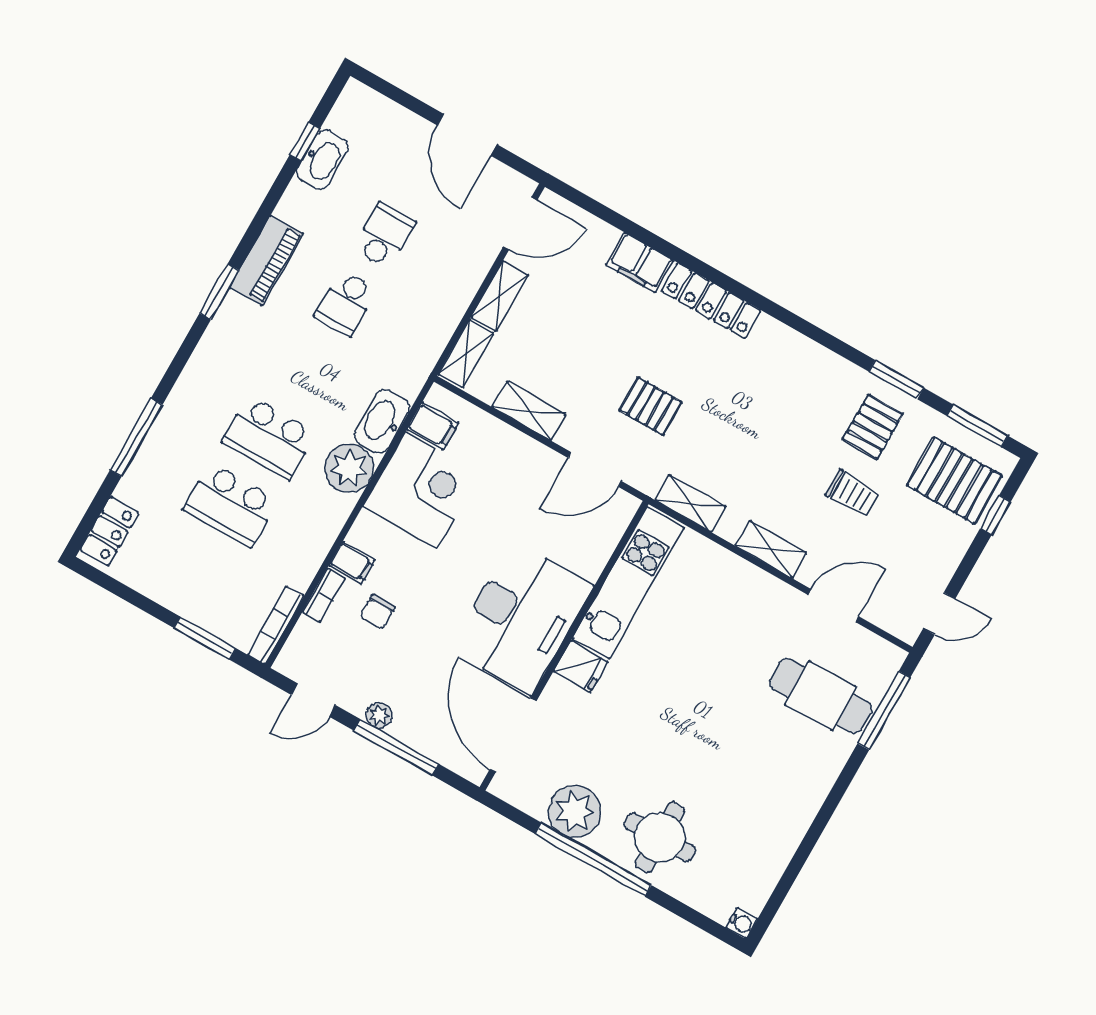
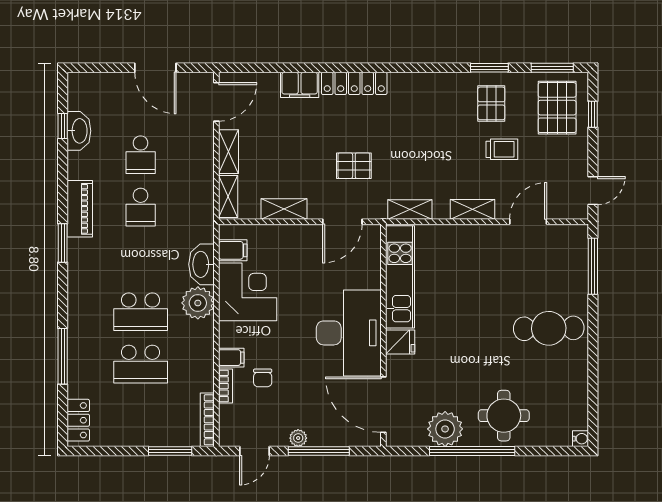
school desk: (384, 236) -> (141, 155), turned 180
pallet: (954, 480) -> (557, 108), turned 90
cafe table: (821, 696) -> (549, 328), moved

